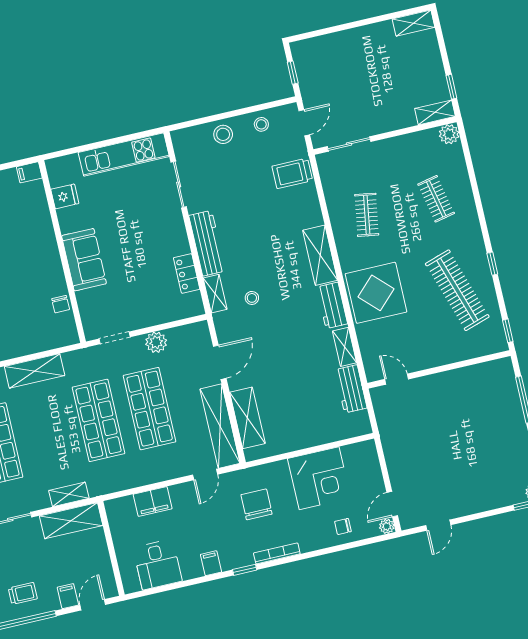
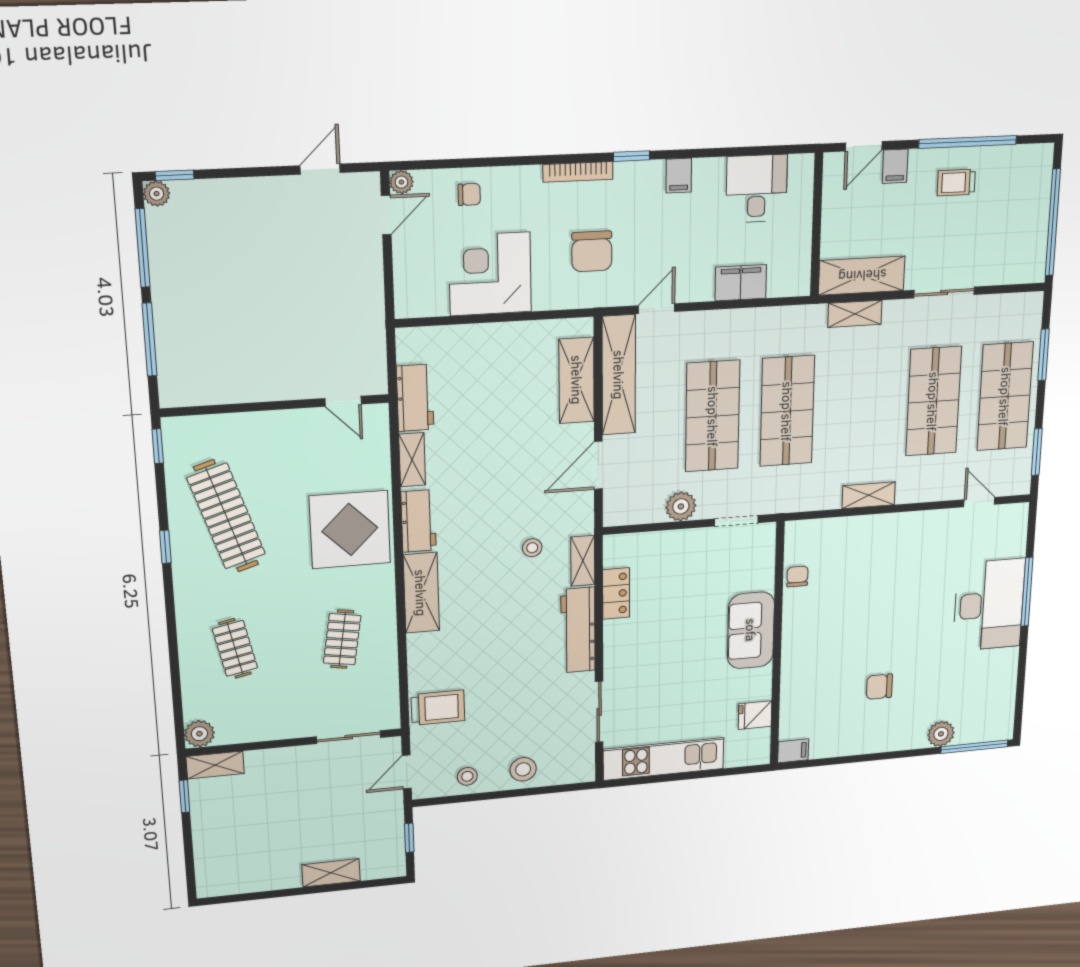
shelving: (413, 23) -> (331, 873), moved
shelving: (35, 371) -> (869, 495), width x0.67, depth x0.75

